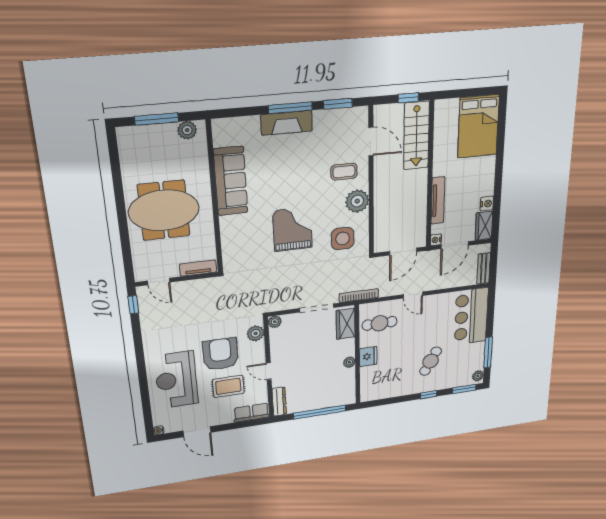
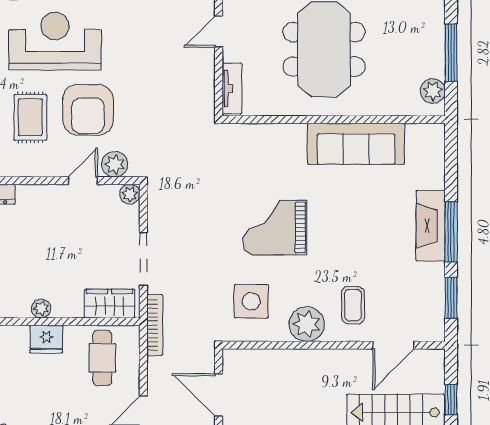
grand piano: (293, 229) -> (275, 227), turned 180
armchair: (221, 354) -> (88, 110), turned 90
door: (269, 371) -> (83, 181), moved

